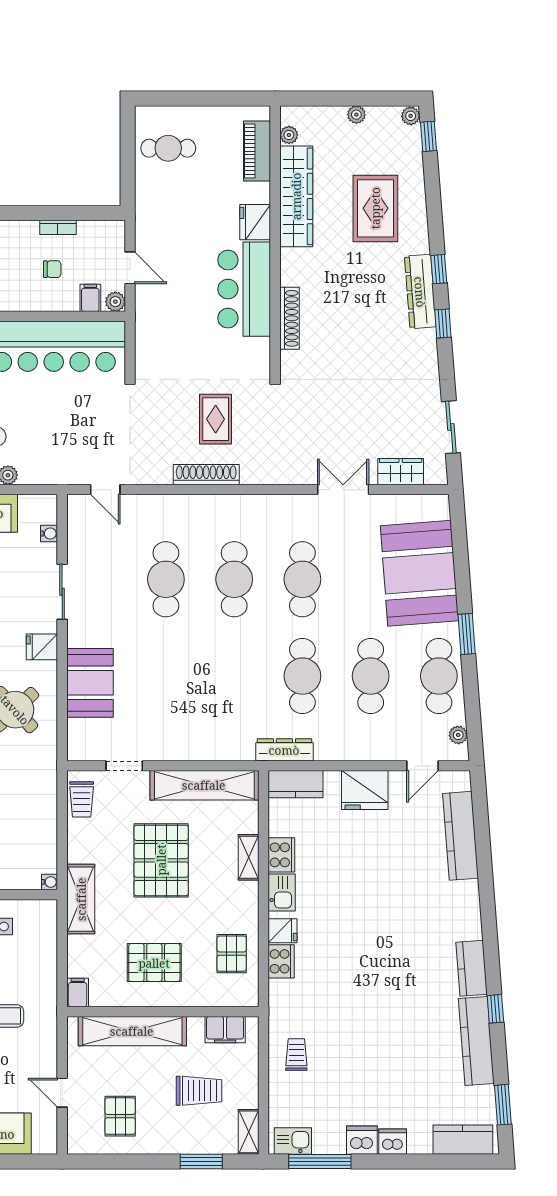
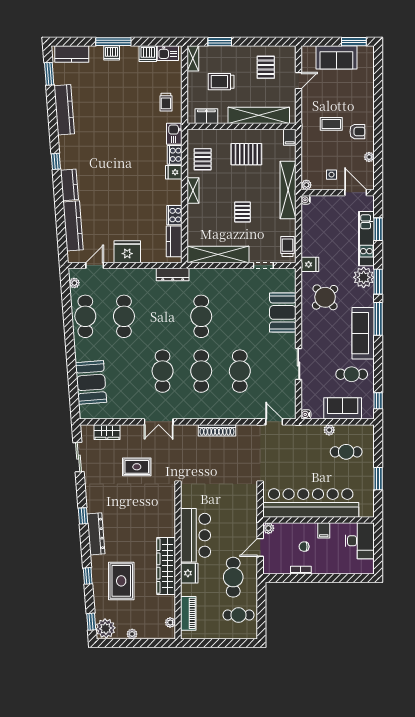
plant: (411, 116) -> (106, 628), width x1.88, depth x1.88
wardrobe: (296, 196) -> (166, 566), moved
cafe table: (178, 215) -> (233, 577), added
door: (130, 268) -> (260, 547), hinge flipped
window: (439, 269) -> (88, 576), moved
filing cabinet: (90, 298) -> (324, 530), moved
shoe rack: (289, 318) -> (170, 519), removed
rug: (216, 419) -> (137, 467), moved, turned 90
double door: (343, 490) -> (159, 422), moved
water cooler: (49, 534) -> (306, 414), moved
booth: (419, 573) -> (91, 382), width x0.73, depth x0.70
window: (467, 634) -> (70, 340), removed
fridge: (42, 647) -> (310, 264), moved
cafe table: (302, 676) -> (201, 316), moved
kitchen counter: (295, 784) -> (174, 241), moved, turned -90
shelving: (249, 857) -> (193, 190), moved
pallet: (161, 860) -> (242, 212), width x0.49, depth x0.50
kitchen sink: (282, 893) -> (174, 134), moved
shelving: (81, 899) -> (288, 190), width x1.47
plant: (48, 908) -> (306, 185), added
kitchen counter: (472, 968) -> (69, 185), moved
window: (495, 1009) -> (56, 161), moved
door: (62, 1093) -> (299, 81), hinge flipped
dishwasher: (362, 1140) -> (148, 54), moved
window: (320, 1162) -> (113, 42), moved

